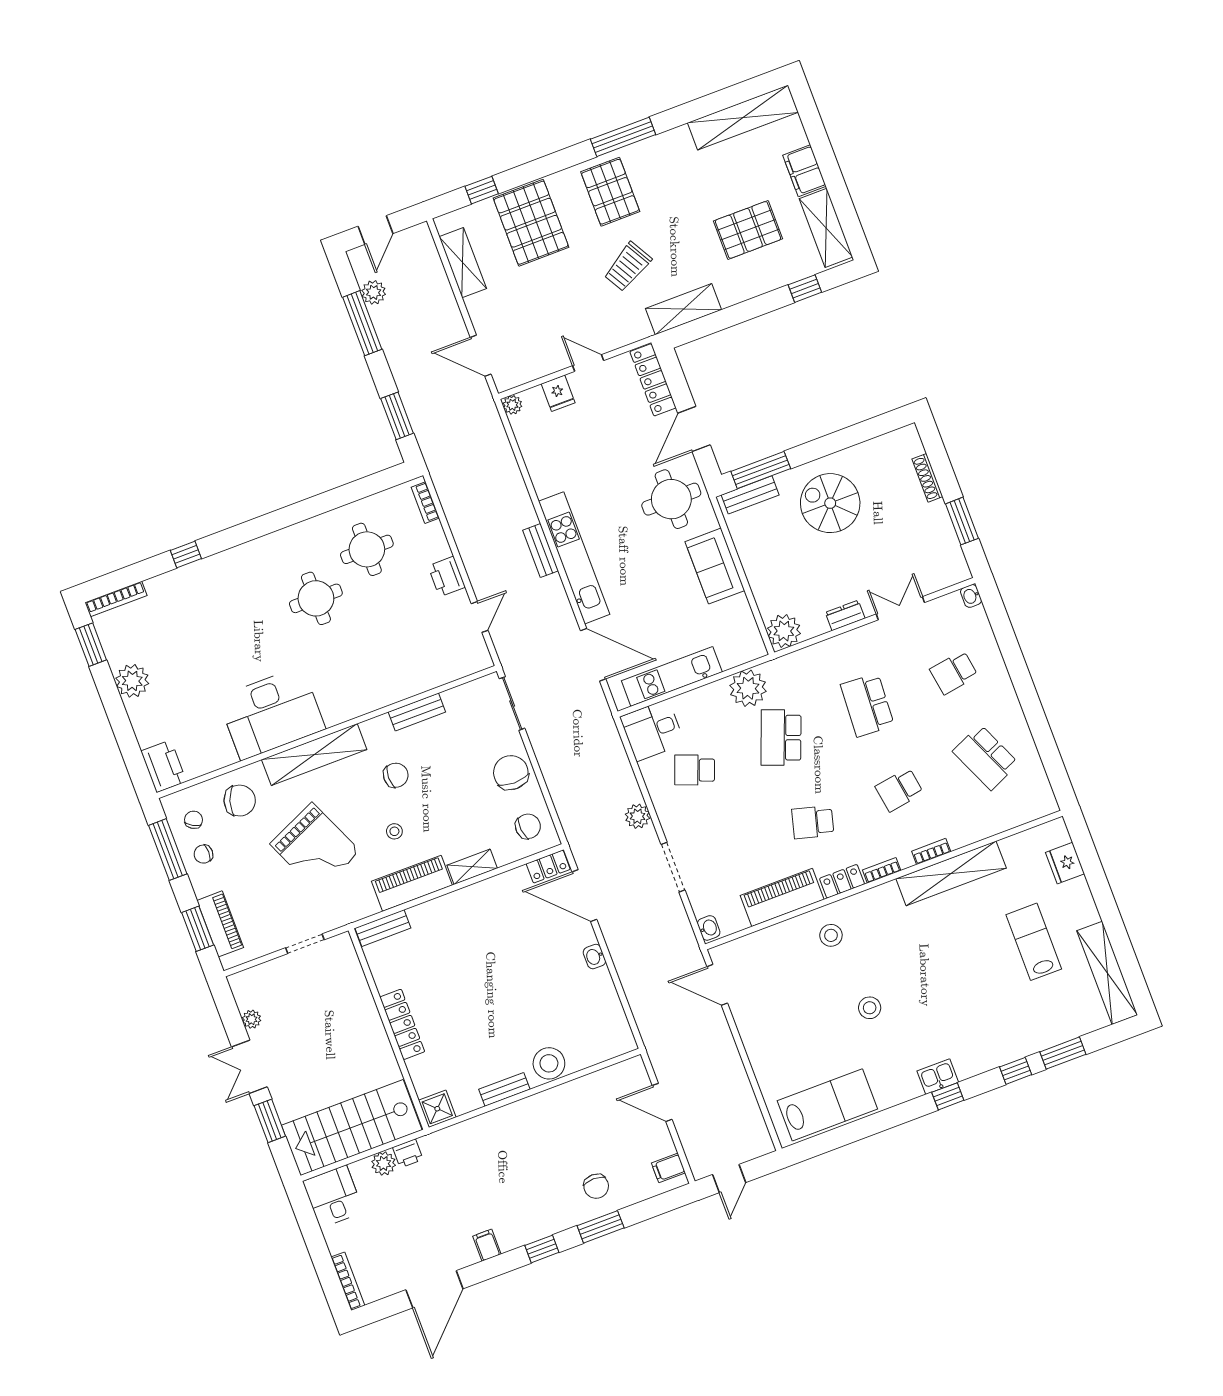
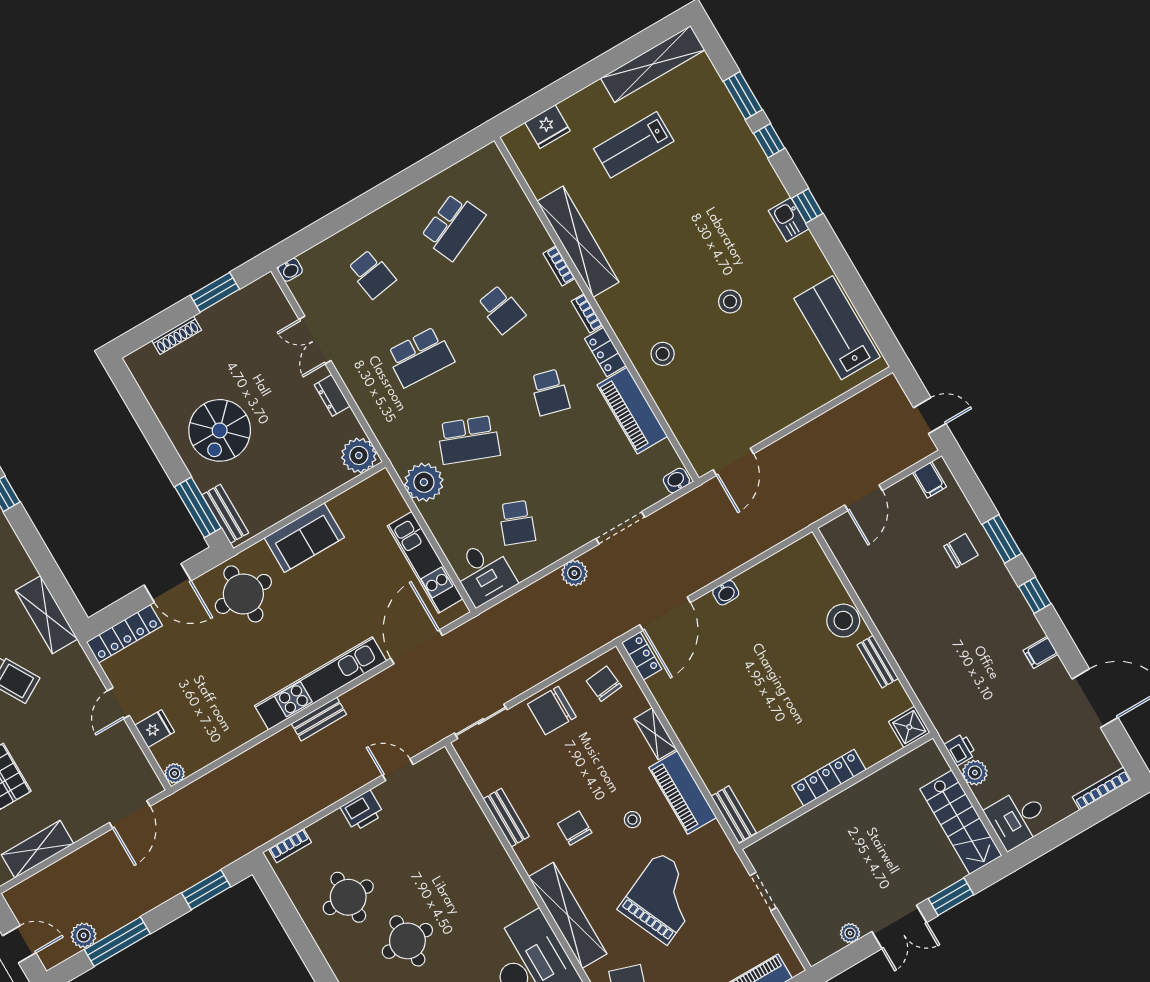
stairs: (352, 1128) -> (961, 822), width x0.73, depth x0.66

